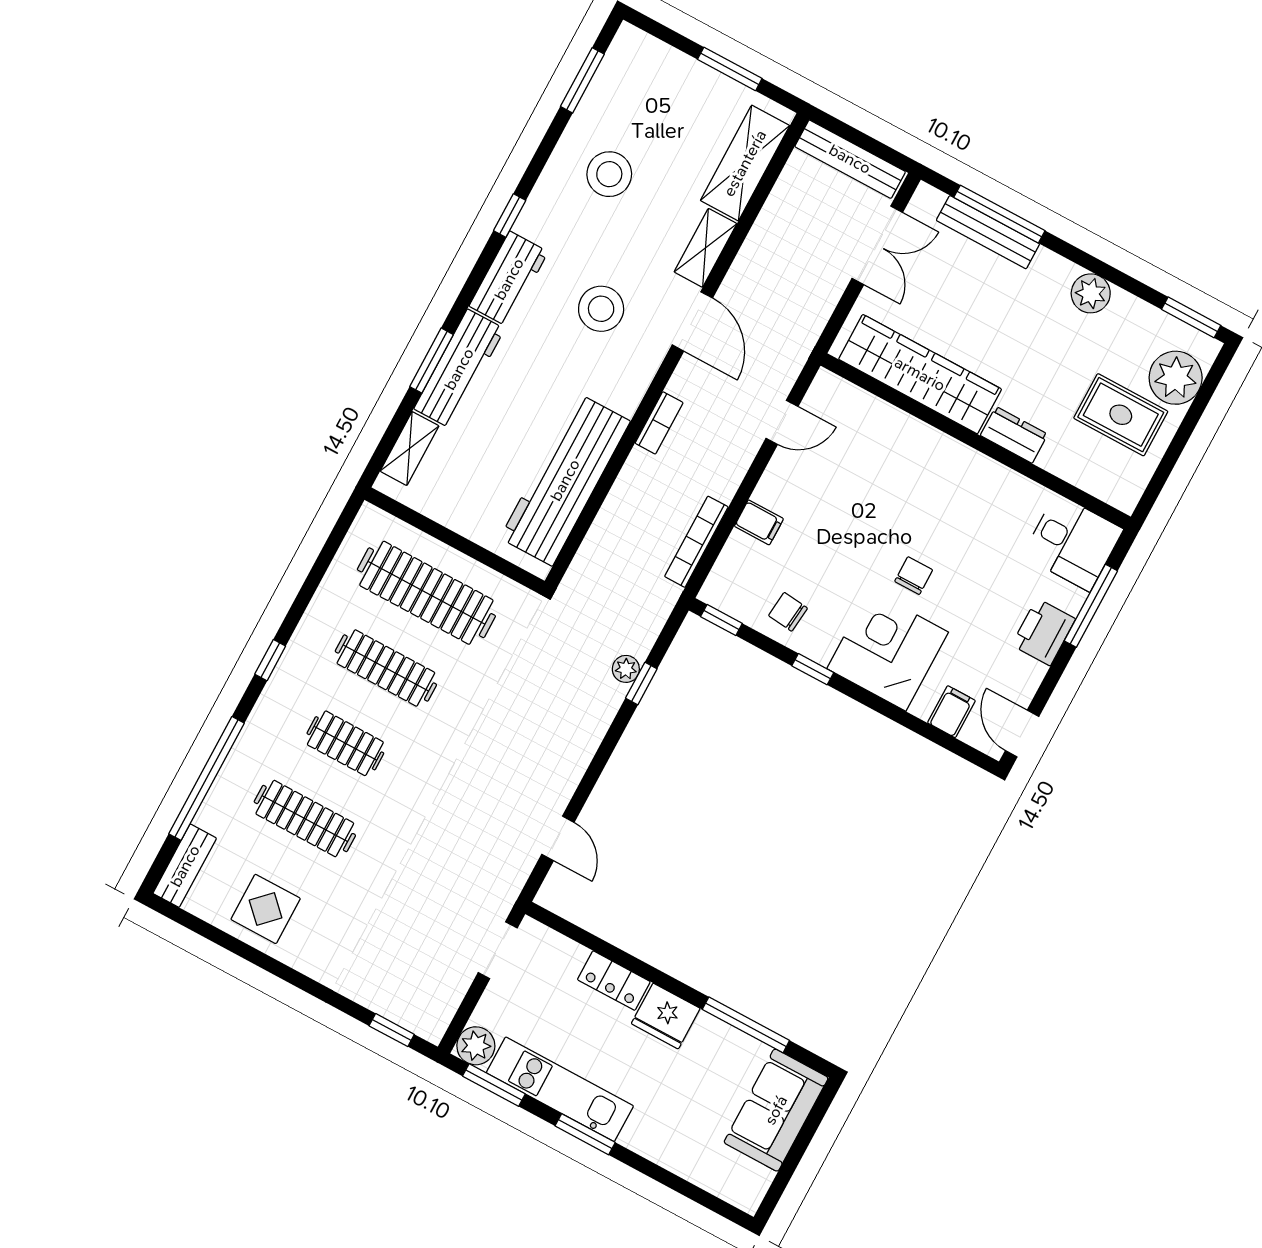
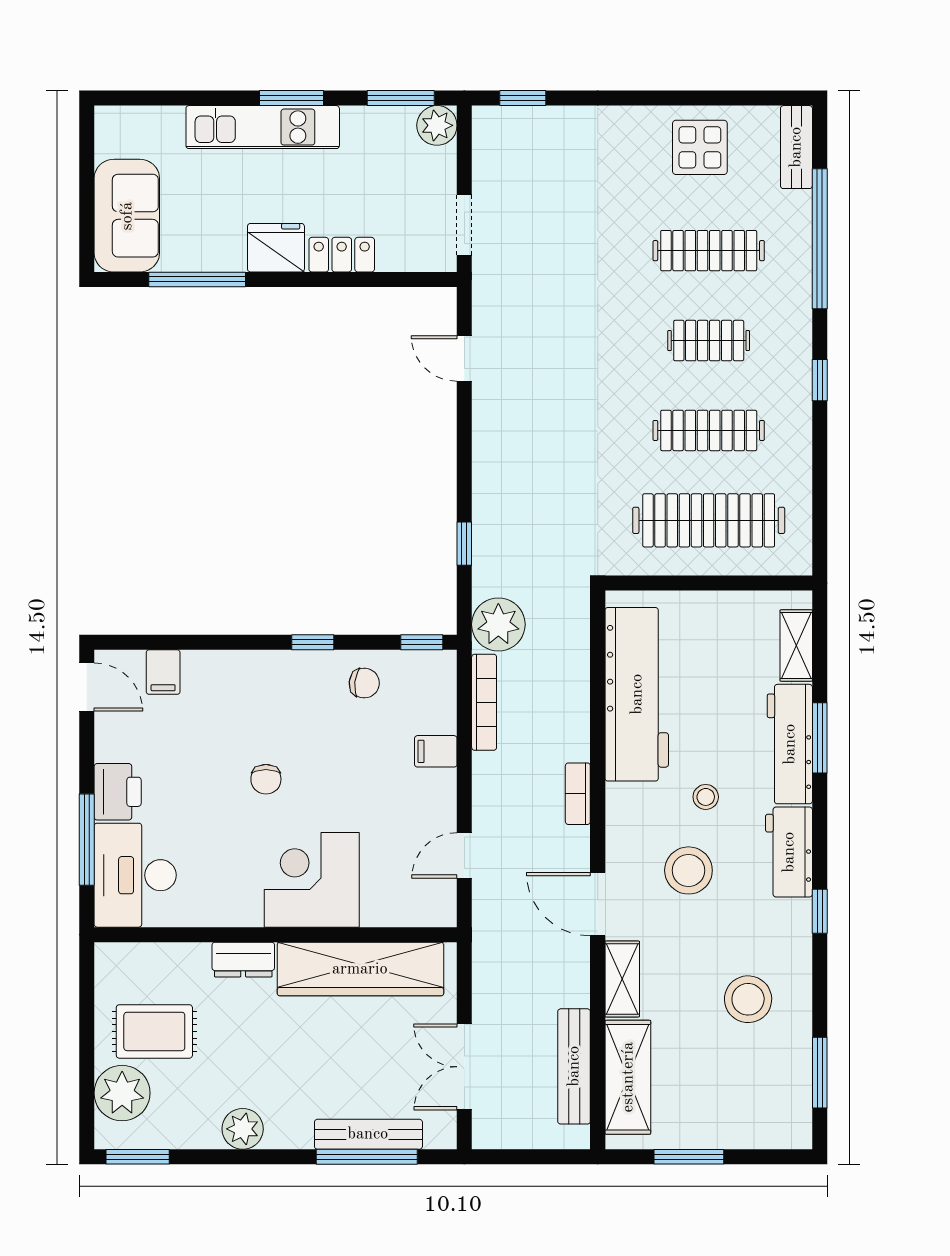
bench: (850, 159) -> (574, 1066), moved, turned 90
stool: (554, 363) -> (706, 797), added
desk: (1073, 542) -> (135, 875), width x1.37
corner desk: (888, 650) -> (312, 880), moved, turned 180
plant: (626, 669) -> (498, 624), moved, width x1.87, depth x1.87
kitchen unit: (560, 1089) -> (263, 127), moved

